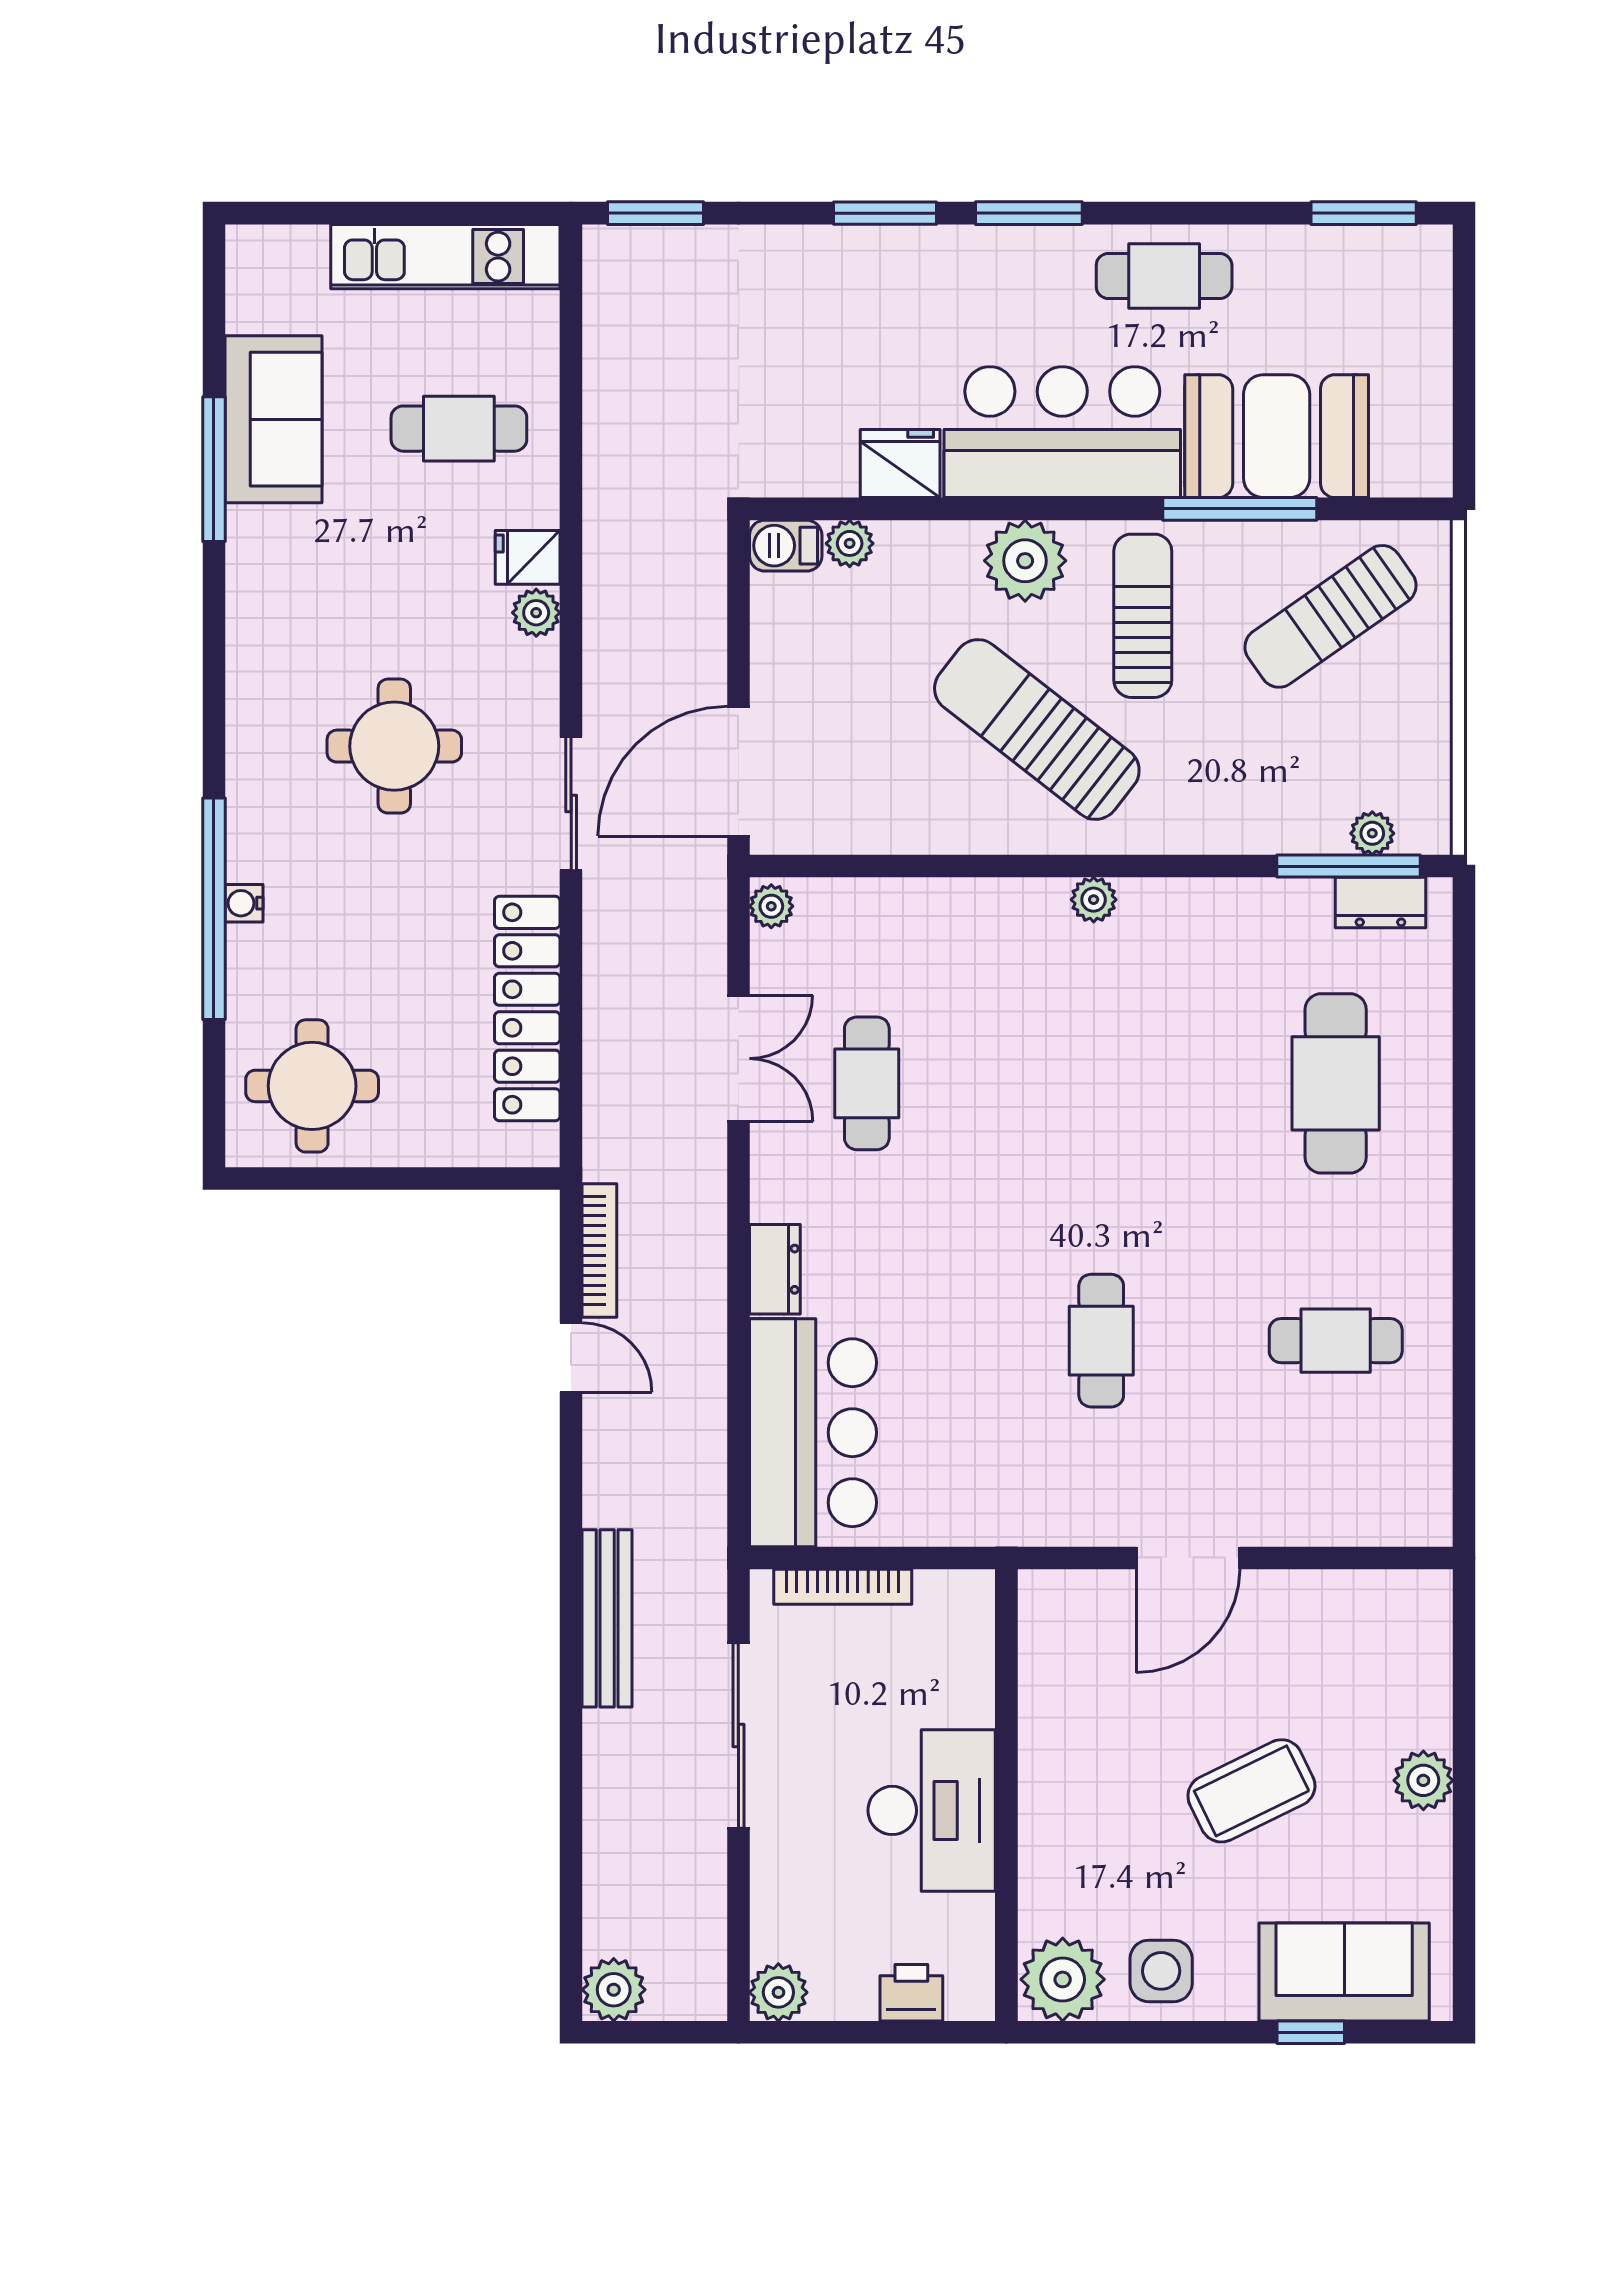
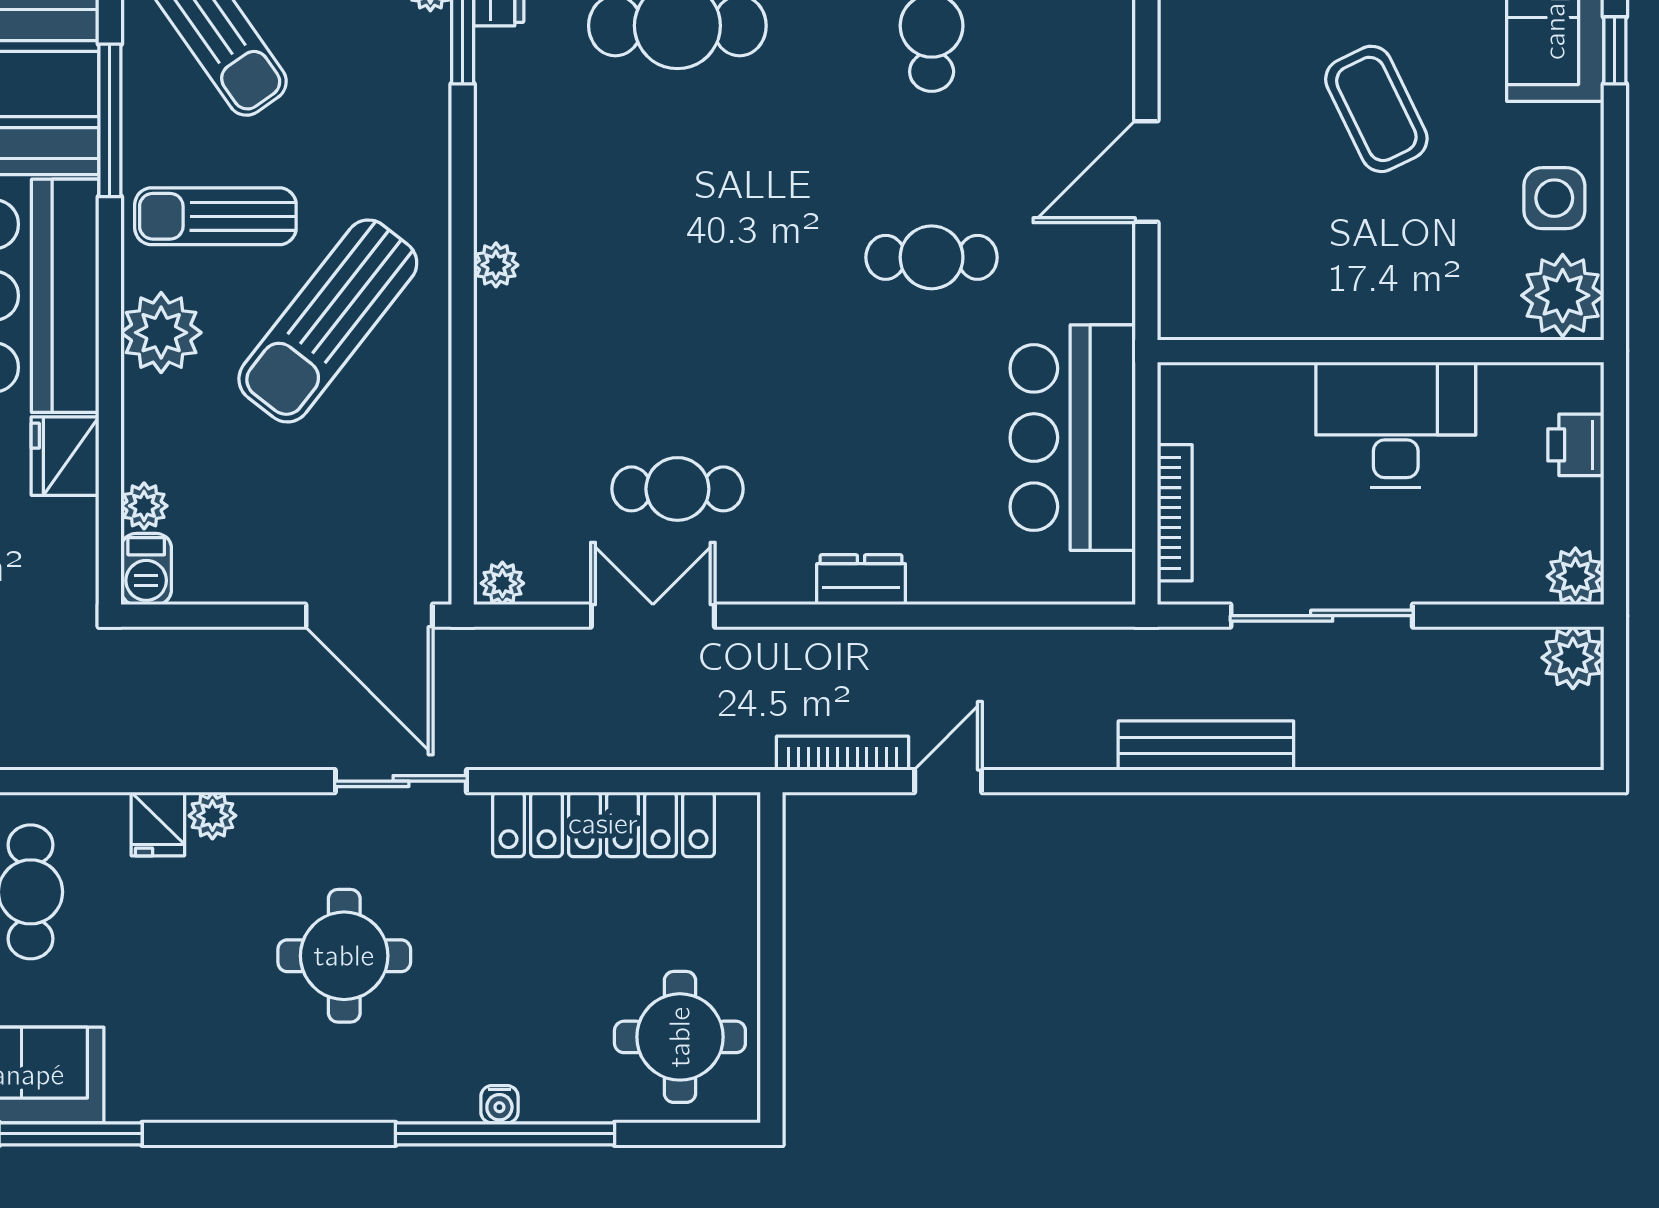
bar counter: (813, 1433) -> (1073, 438), moved, turned -90
door: (1188, 1558) -> (1146, 172), swing flipped
plant: (614, 1990) -> (1573, 658), moved

